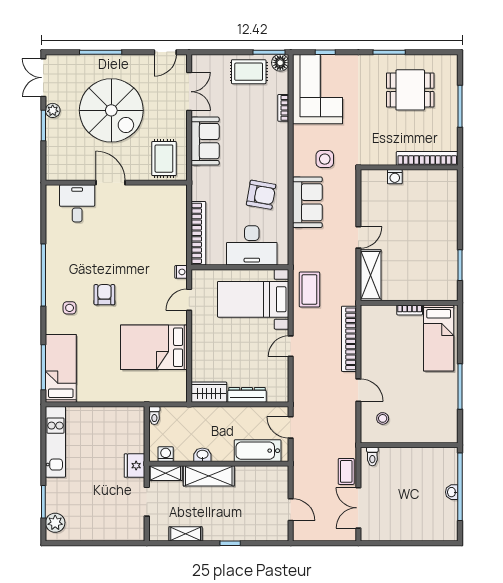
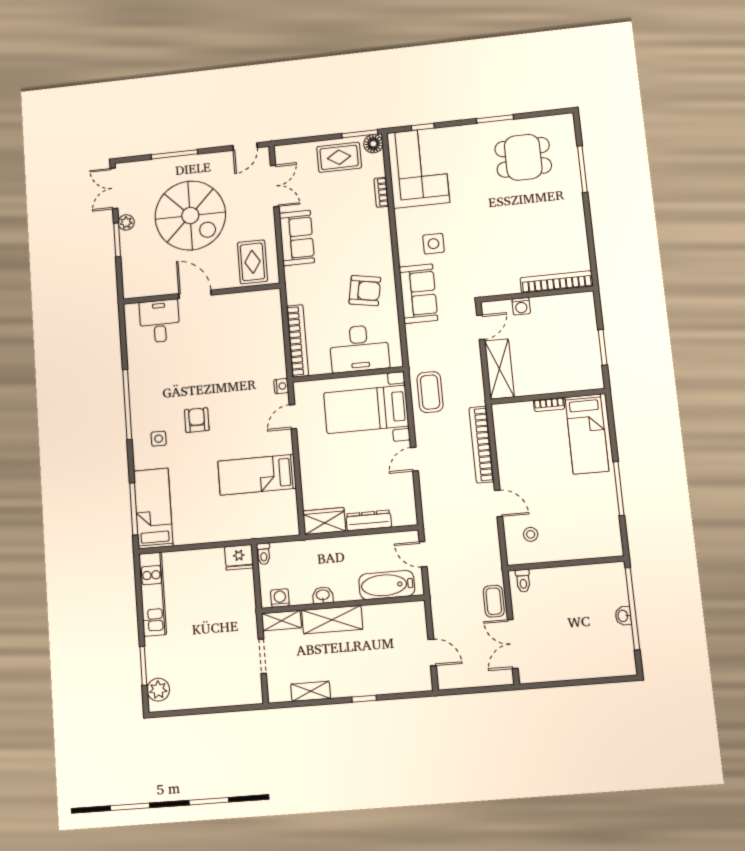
bookcase: (427, 158) -> (557, 282), moved
wall: (409, 167) -> (537, 294), moved
washing machine: (395, 177) -> (521, 306), moved
bed: (154, 347) -> (257, 475), width x0.67
fridge: (135, 466) -> (239, 557), moved, turned -90

